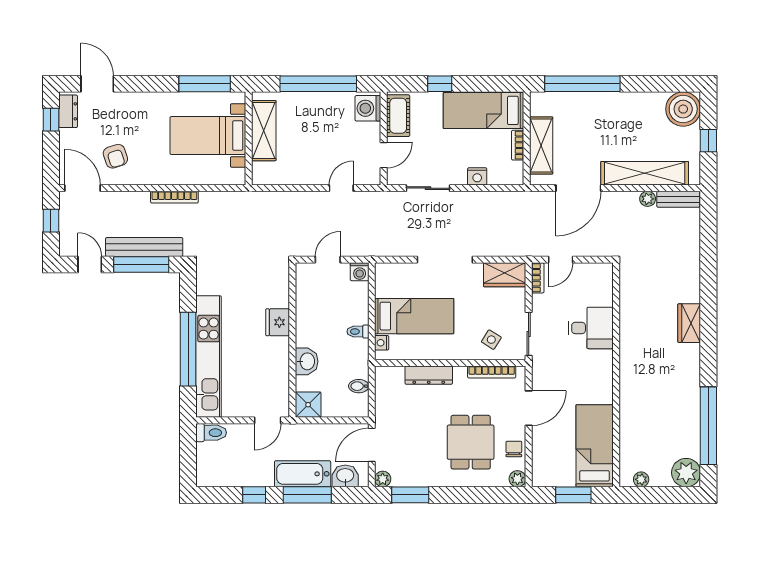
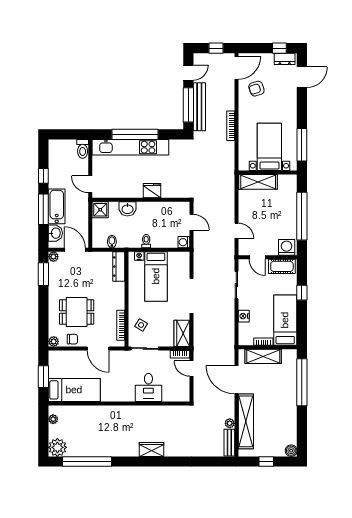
boiler: (683, 109) -> (291, 451), width x0.54, depth x0.54
shelving: (264, 131) -> (258, 182), moved
dresser: (429, 375) -> (119, 267), moved

